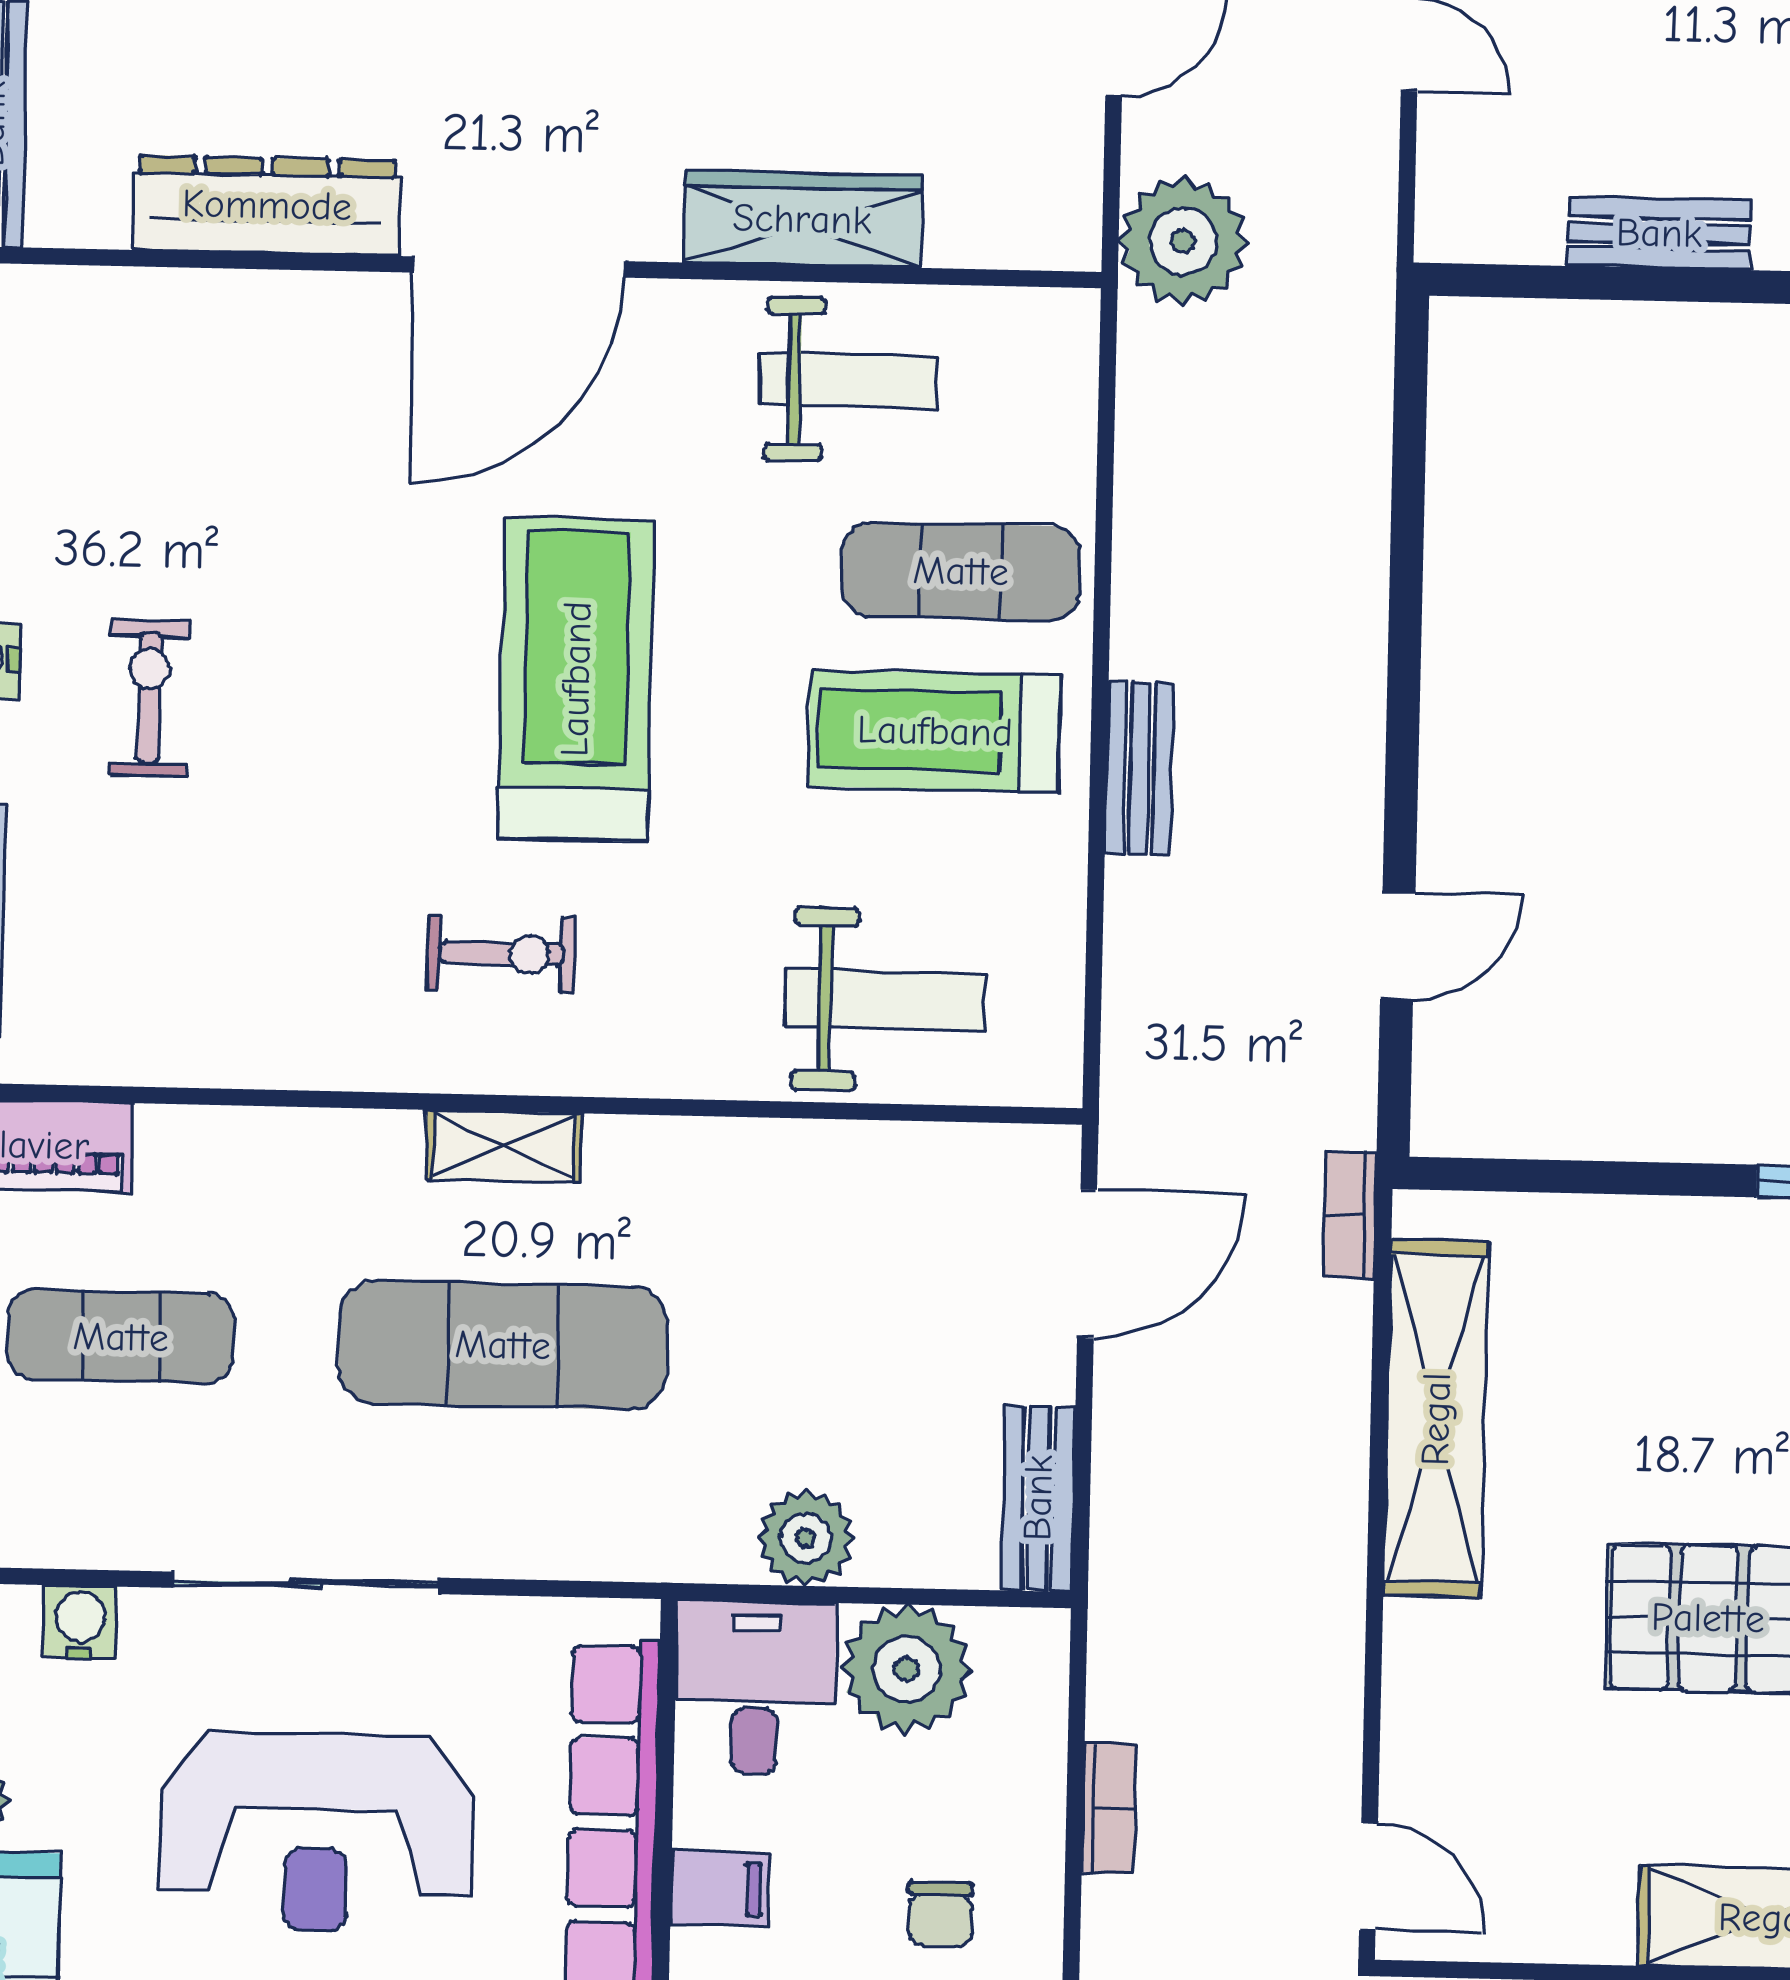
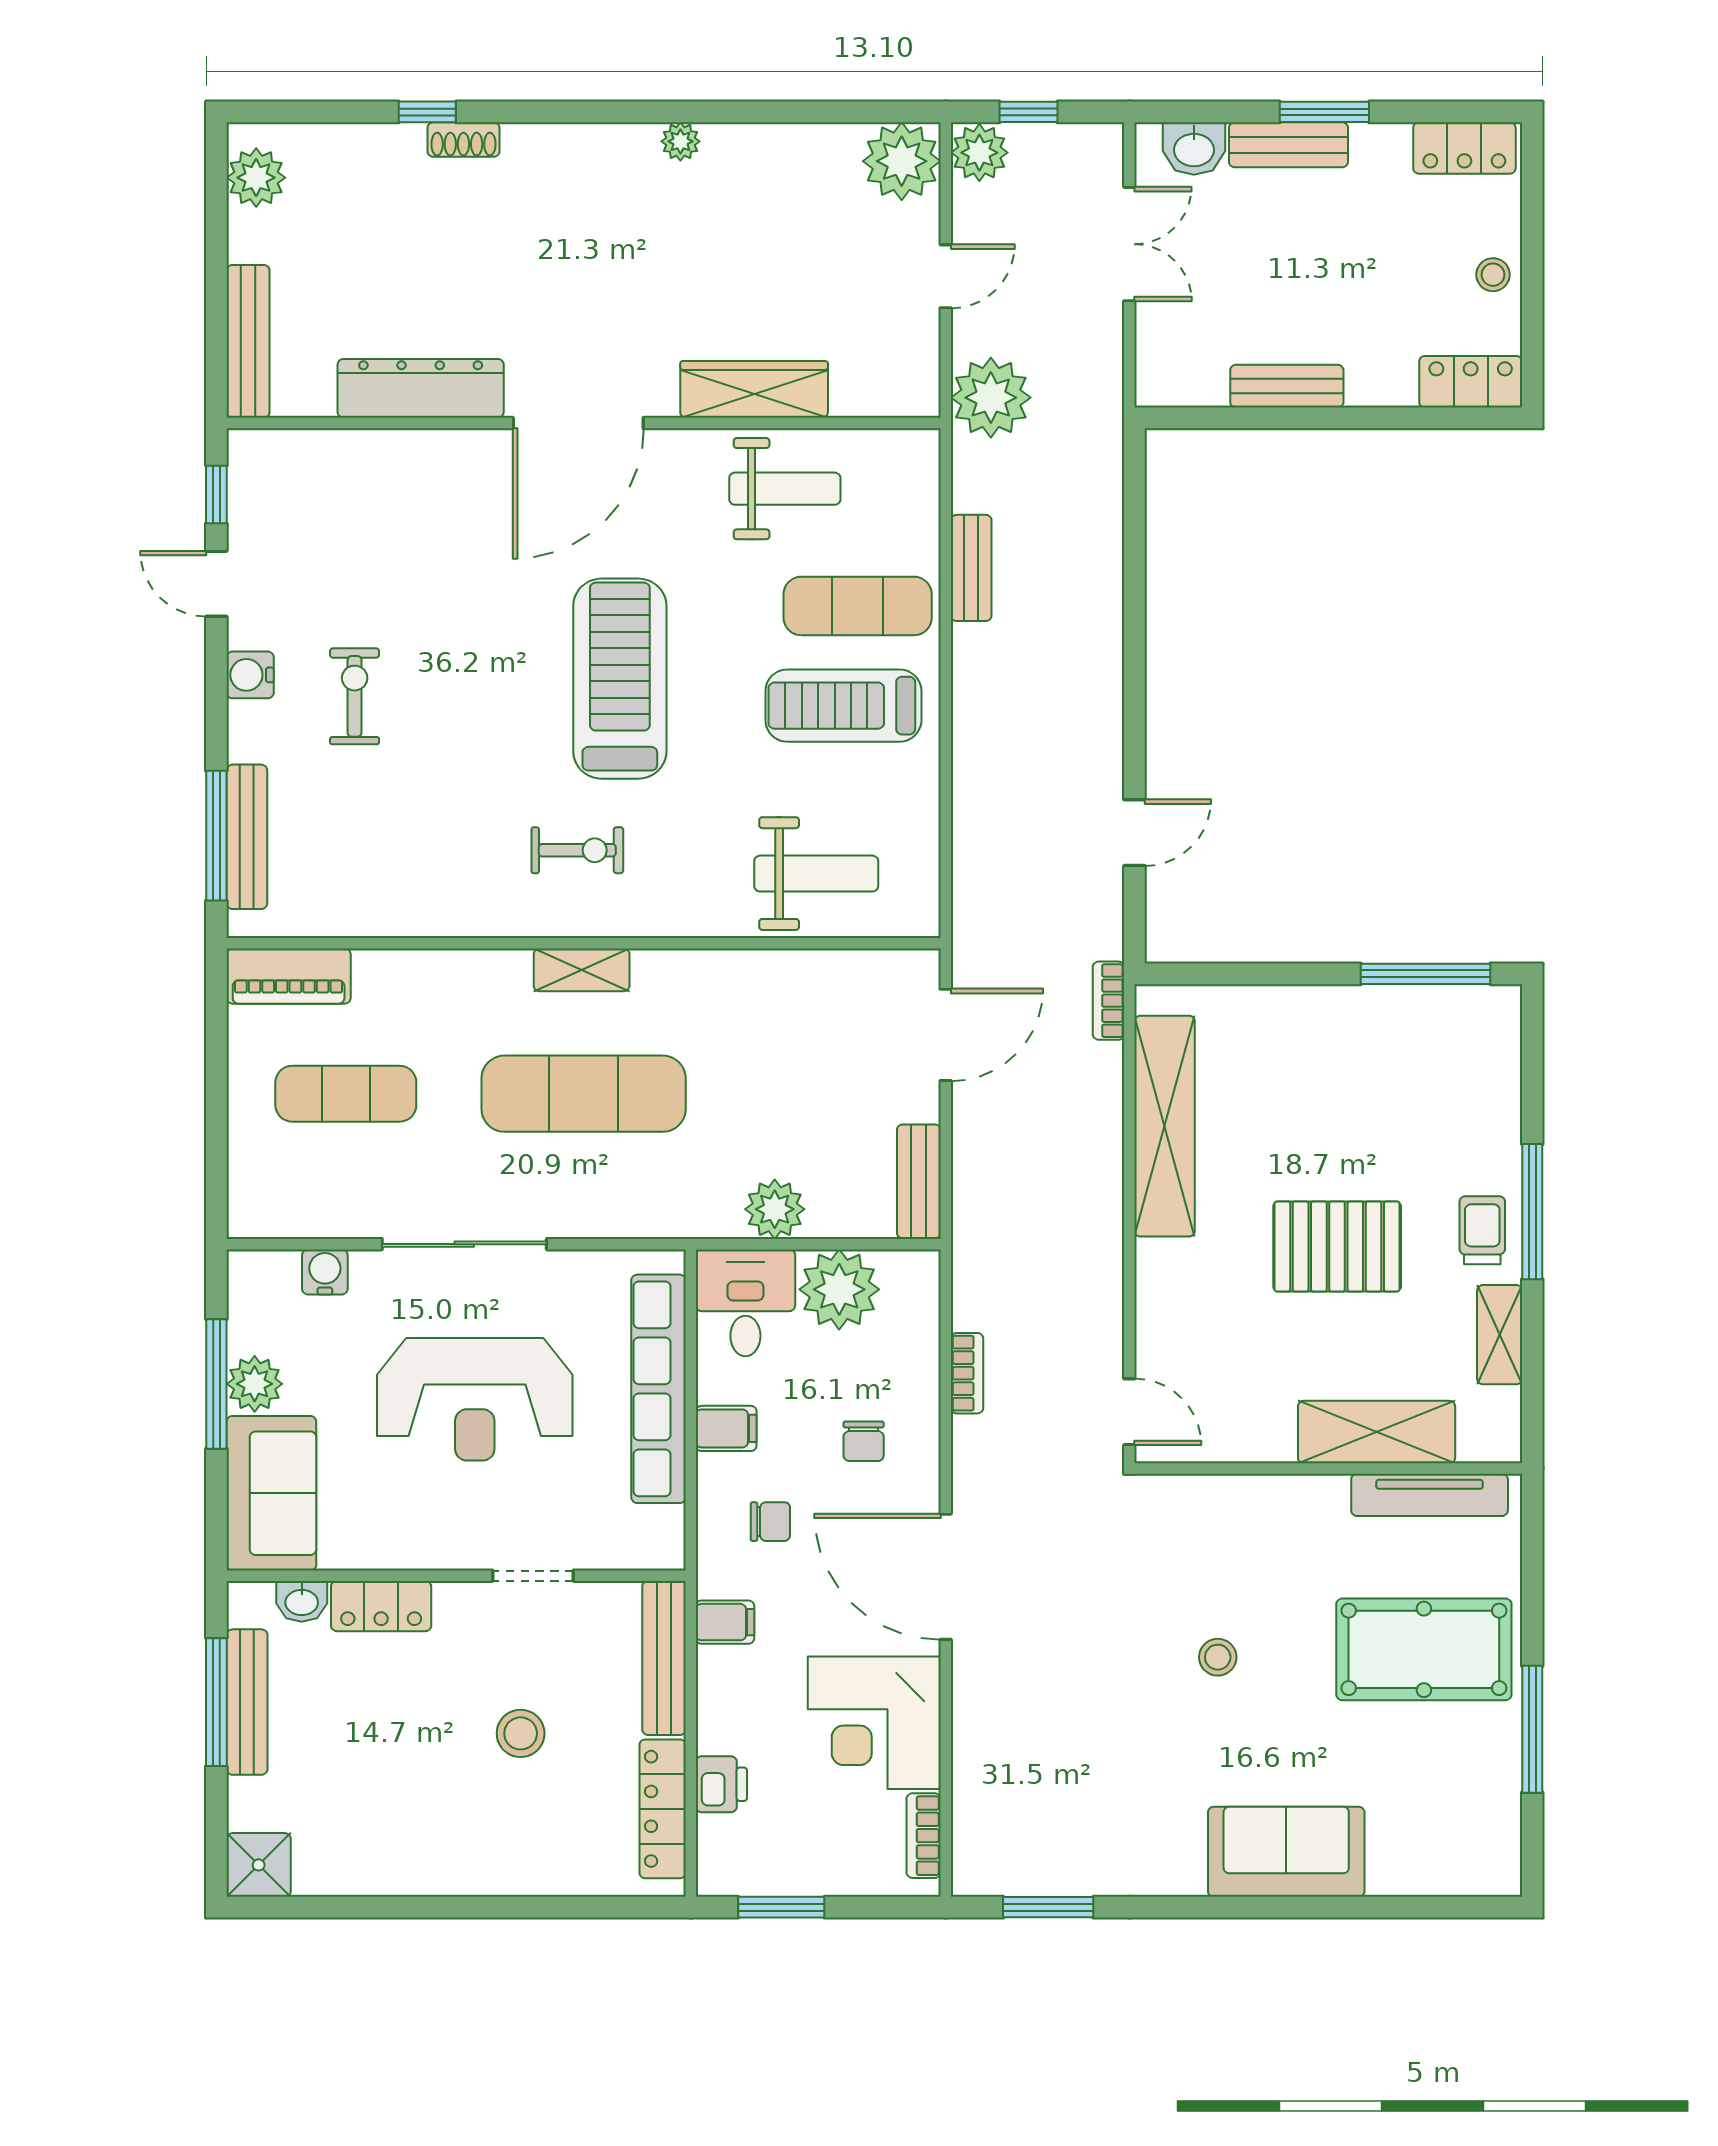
bench: (1139, 768) -> (971, 568), moved

